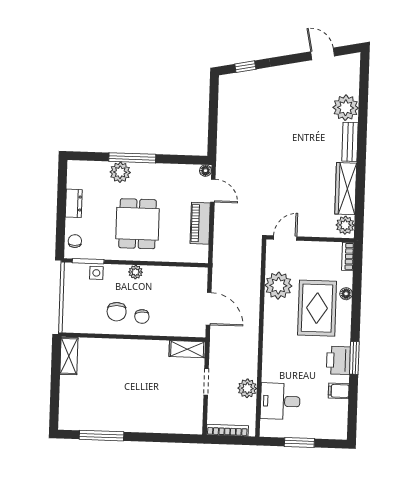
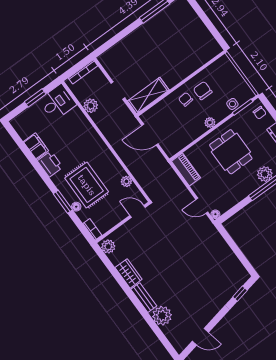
wardrobe: (346, 189) -> (129, 273), width x0.67
piano: (200, 223) -> (186, 170), moved
door: (285, 238) -> (138, 211), swing flipped
plant: (278, 286) -> (126, 181), width x0.53, depth x0.53
shelving: (187, 349) -> (148, 95), width x1.50, depth x1.33
shelving: (69, 356) -> (210, 43), removed
window: (354, 358) -> (63, 202), moved
filing cabinet: (339, 391) -> (36, 146), width x2.00
desk: (280, 401) -> (58, 102), moved

